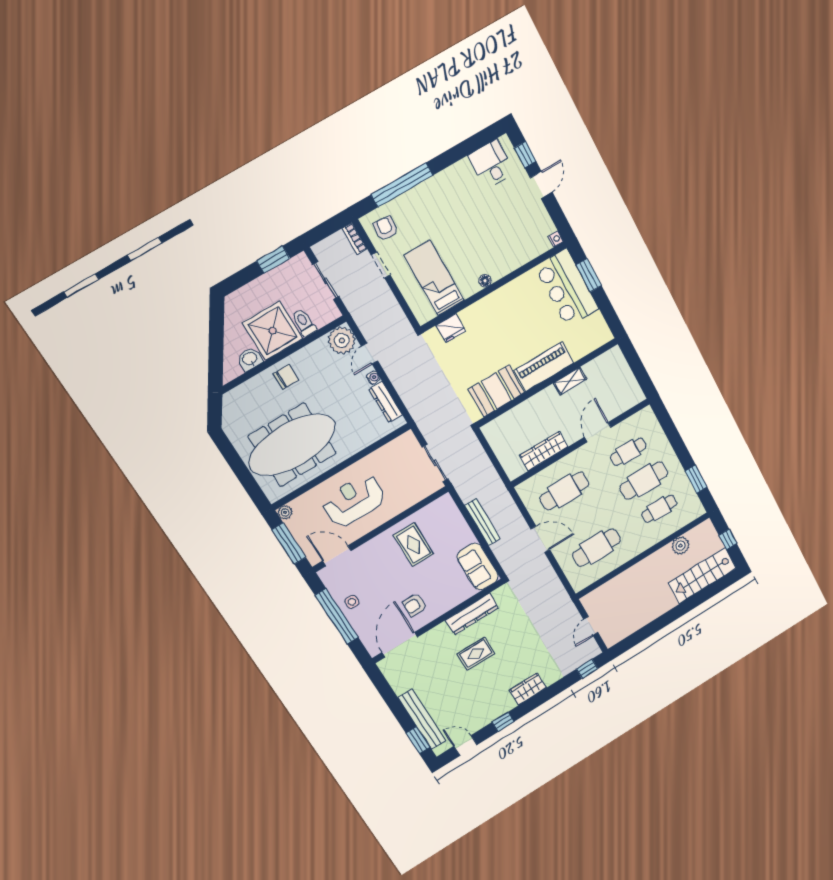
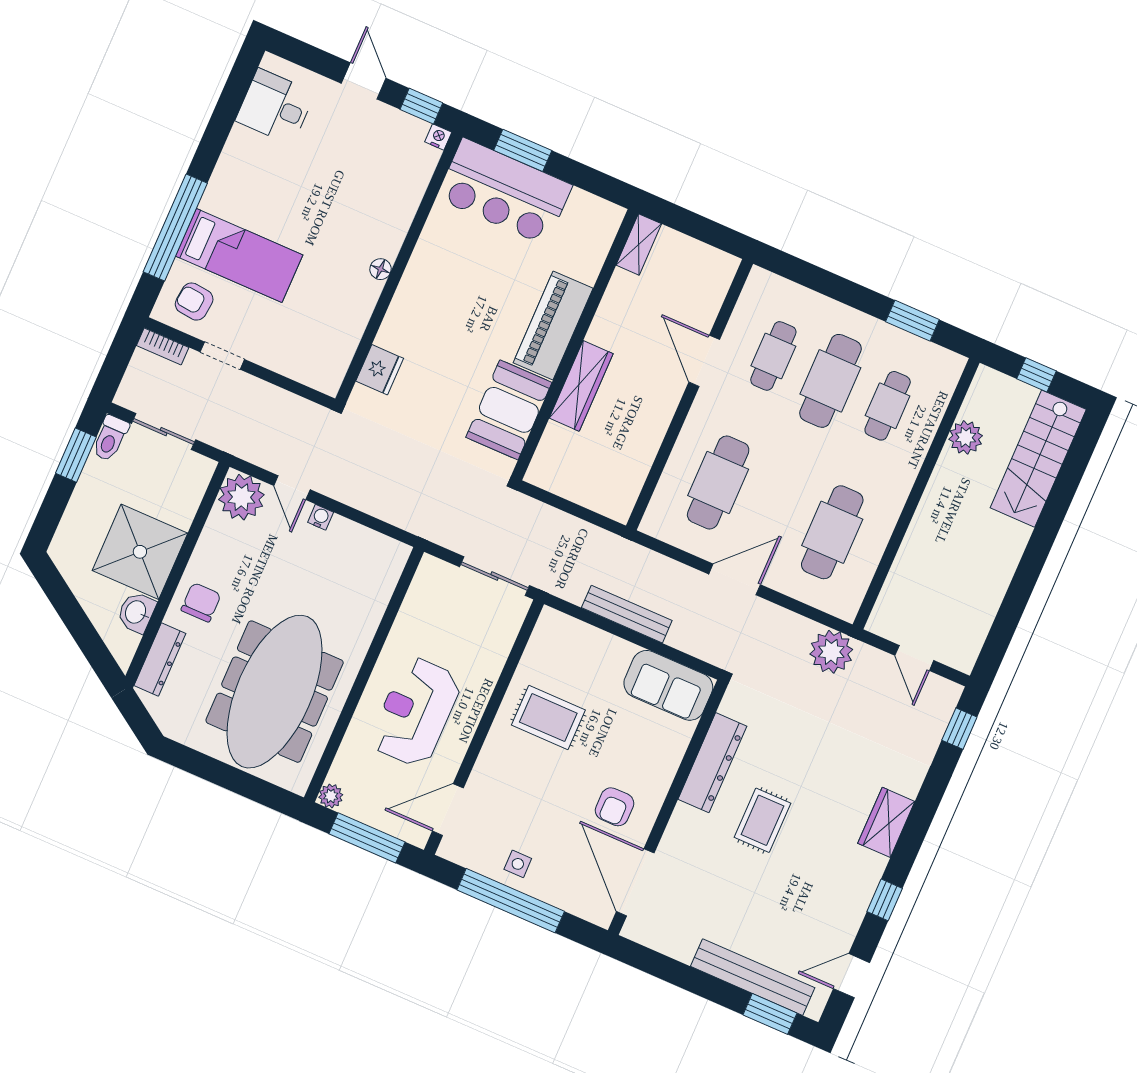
window: (525, 155) -> (421, 106), moved
bed: (434, 278) -> (239, 256), moved, turned 180
toilet: (304, 323) -> (110, 438), moved, turned -90
shelving: (570, 381) -> (639, 244), moved
dresser: (386, 402) -> (160, 660), moved, turned -90
wardrobe: (544, 451) -> (581, 386), moved, turned 180
plant: (558, 600) -> (831, 652), added

